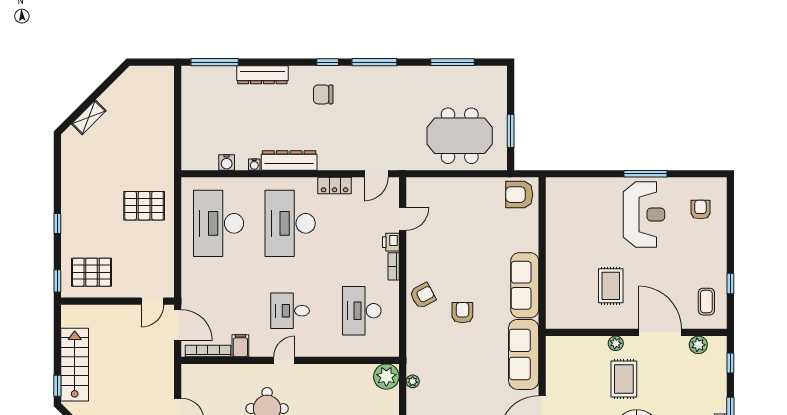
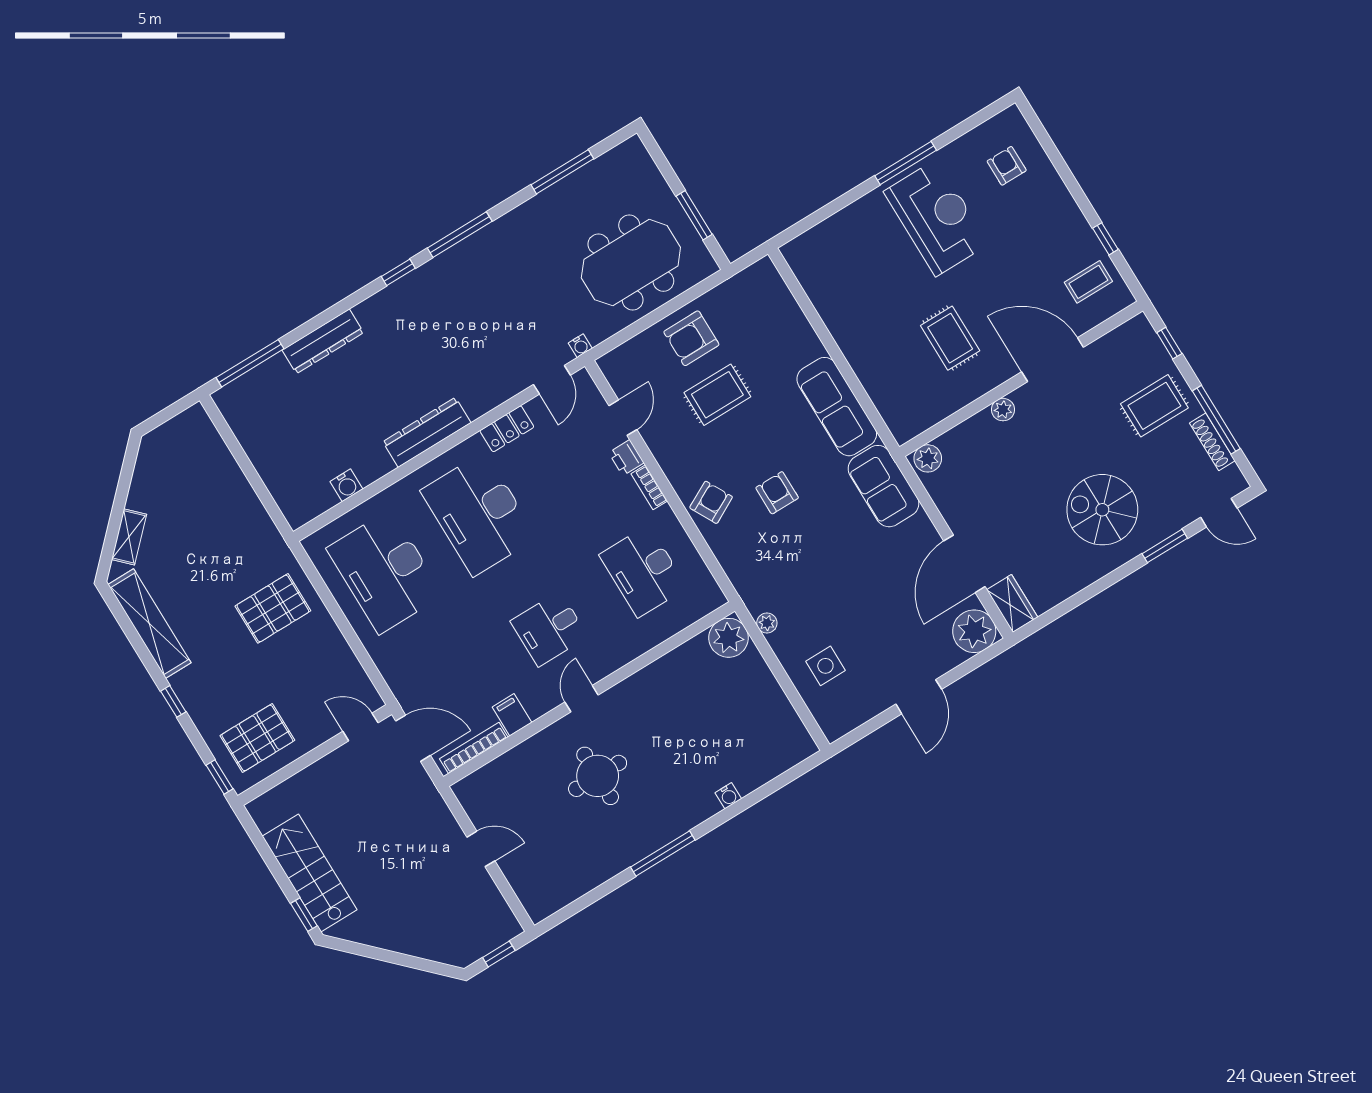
chair: (323, 94) -> (418, 318), removed
water cooler: (254, 165) -> (580, 346), moved
shelving: (71, 172) -> (149, 624), added
armchair: (519, 195) -> (691, 338), moved
rug: (463, 238) -> (717, 395), added
door: (152, 301) -> (360, 727), swing flipped
coffee table: (706, 302) -> (1088, 282), turned 90
plant: (698, 345) -> (928, 458), moved
sofa: (524, 354) -> (883, 486), width x0.73
rug: (624, 379) -> (1154, 406), moved, turned 90

